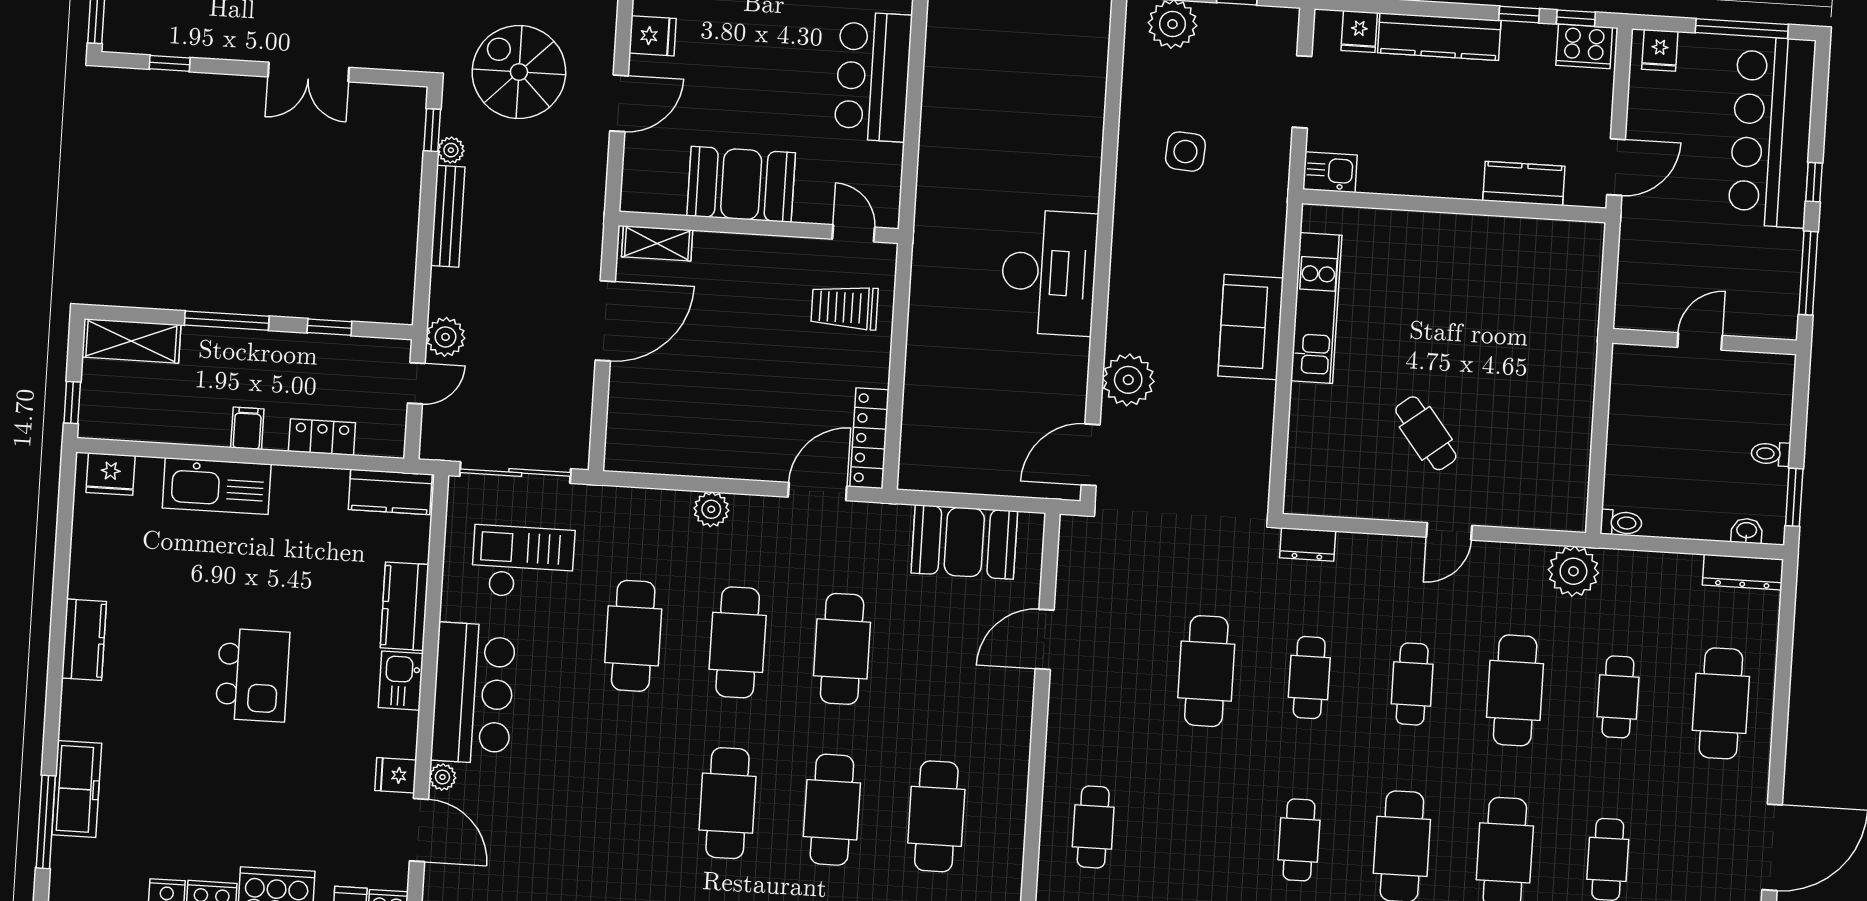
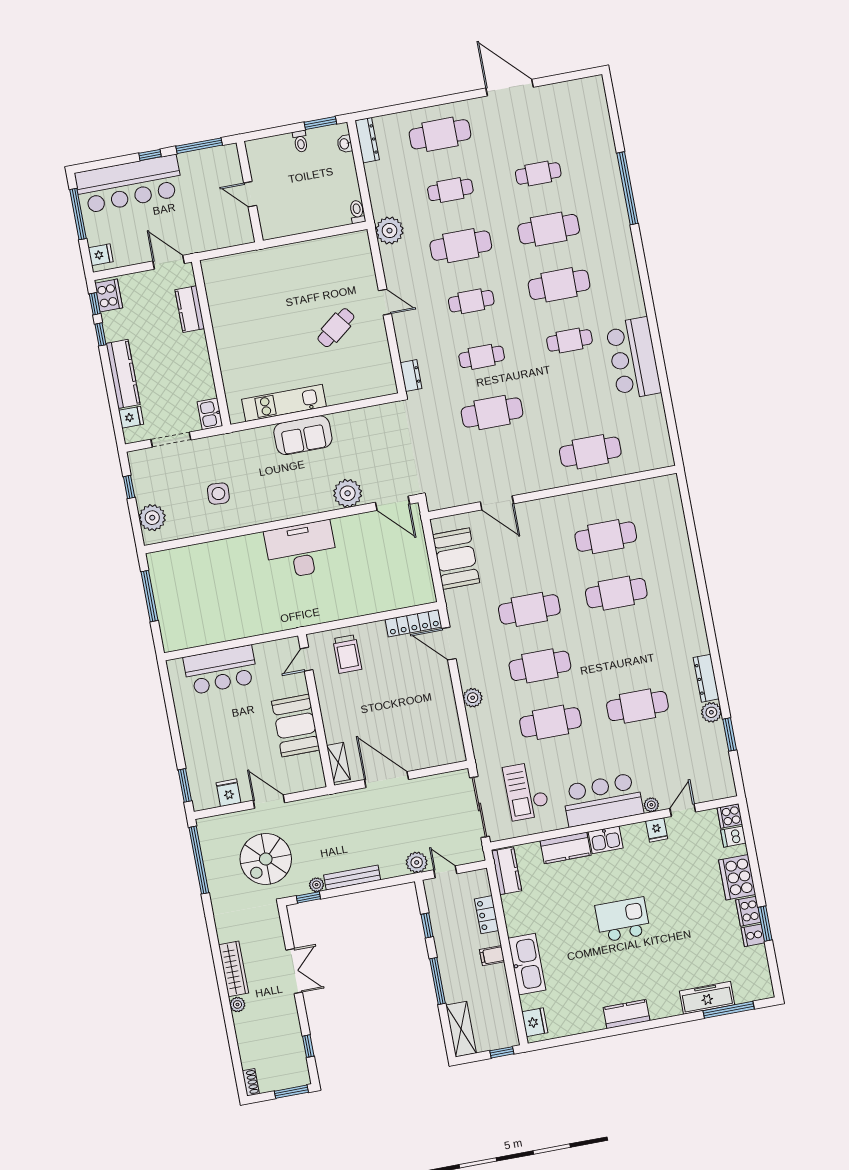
cafe table: (727, 803) -> (637, 706), moved
cafe table: (1093, 827) -> (590, 452), width x1.37, depth x1.35
door: (419, 830) -> (683, 810), width x0.73

